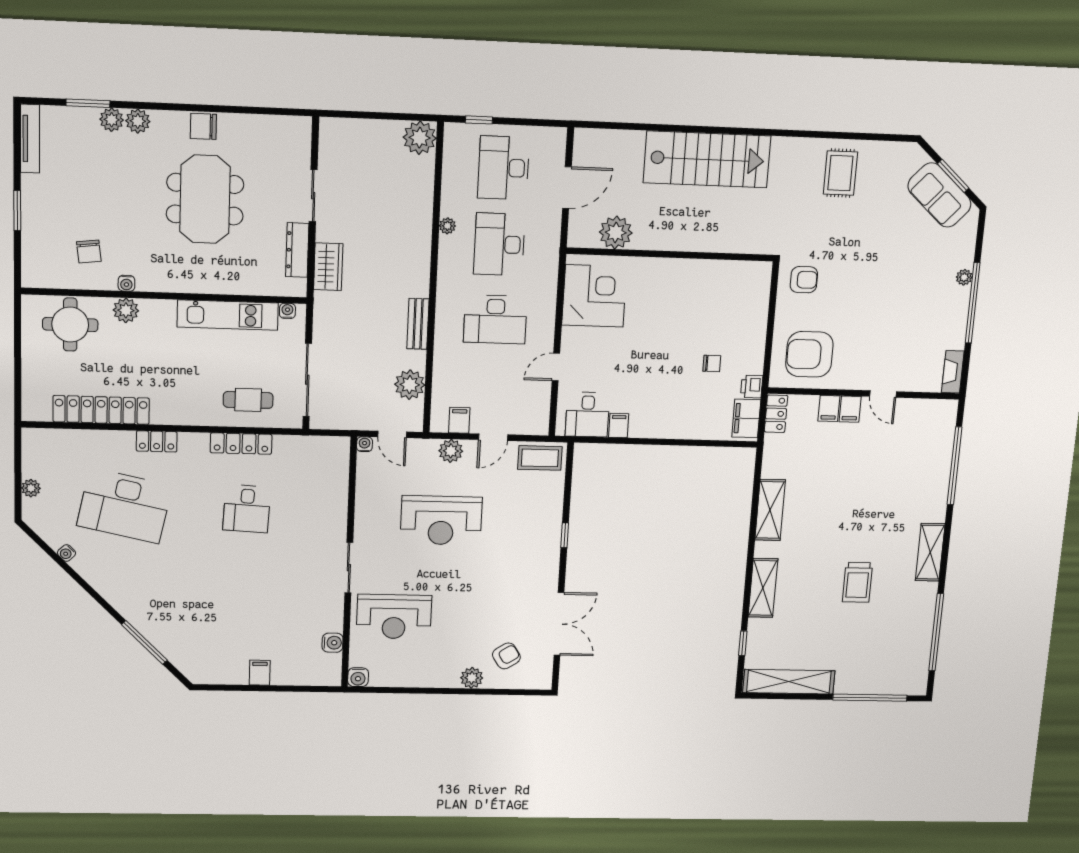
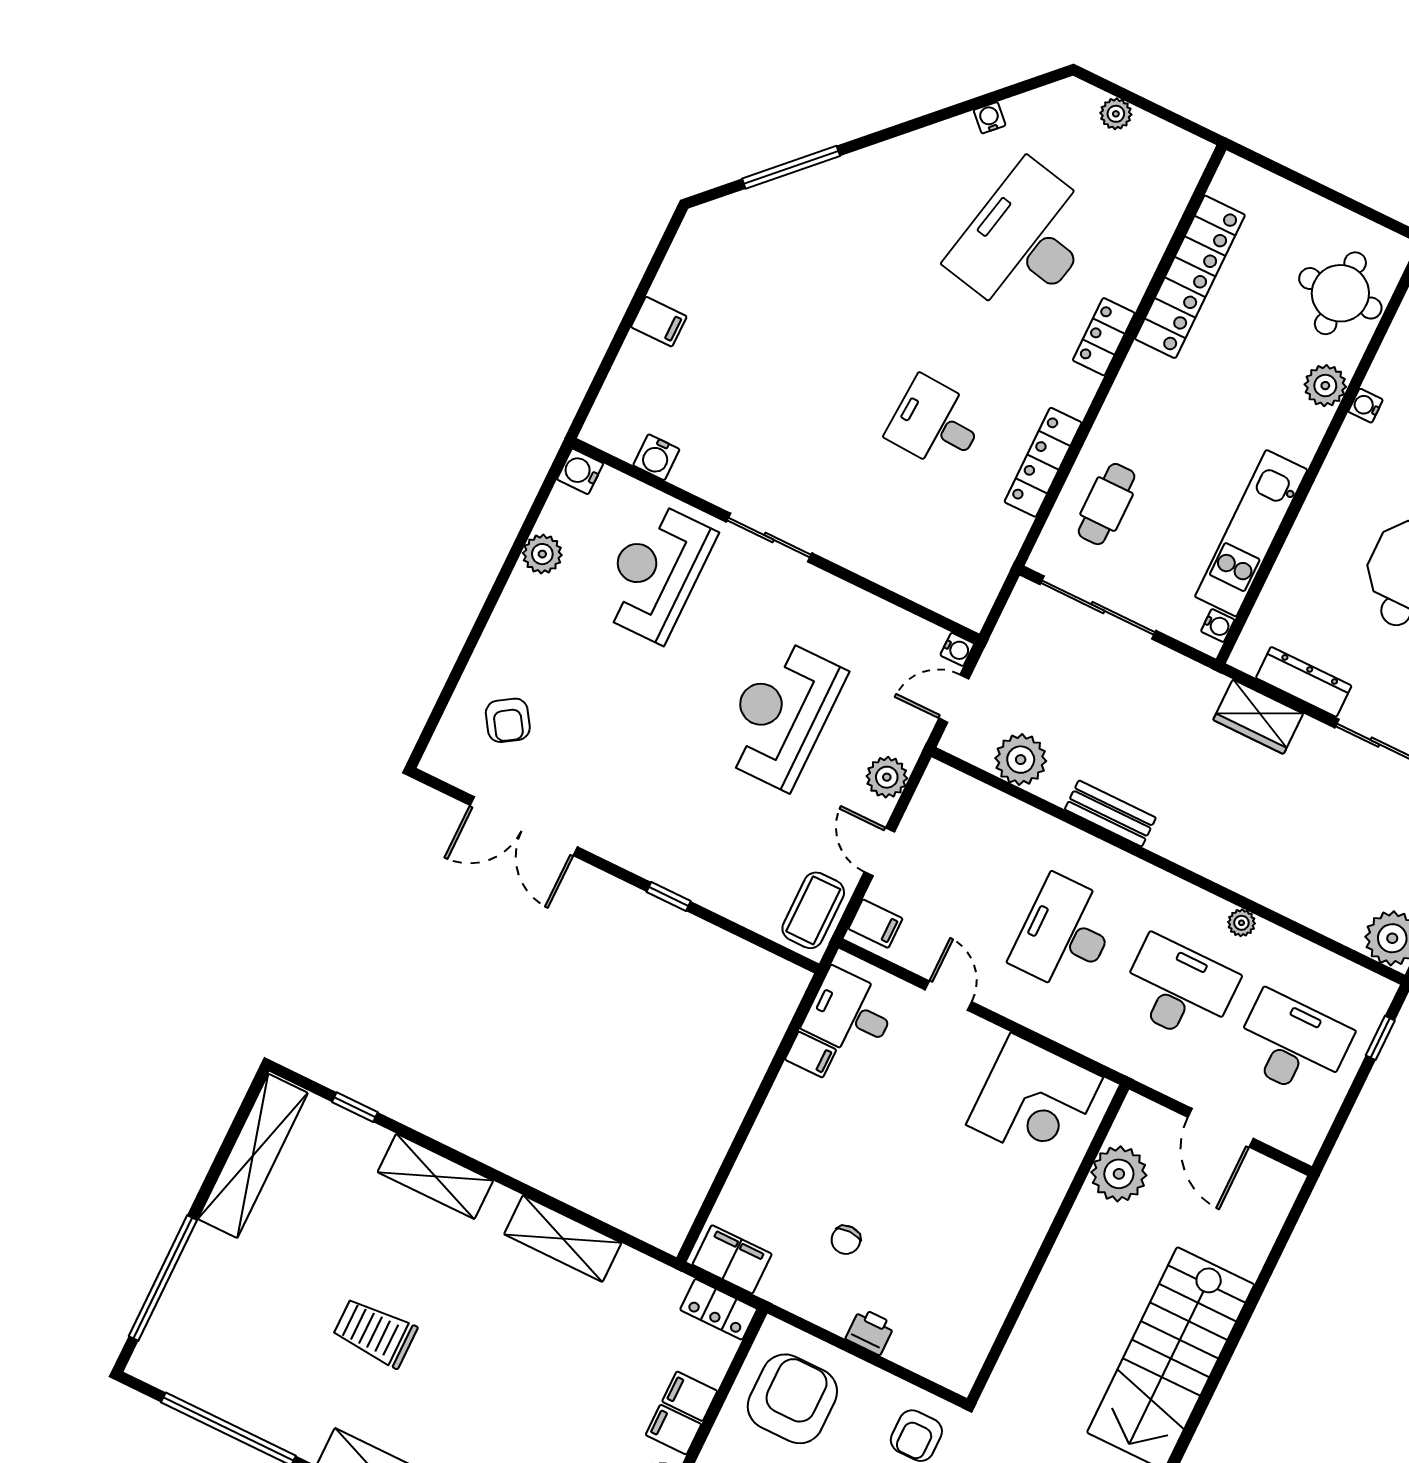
printer: (752, 387) -> (870, 1331), moved
filing cabinet: (459, 420) -> (875, 924), moved
plant: (472, 678) -> (542, 554), moved

